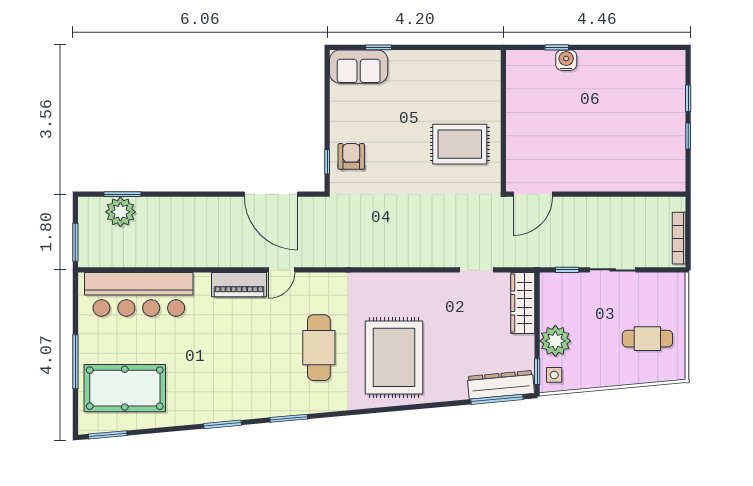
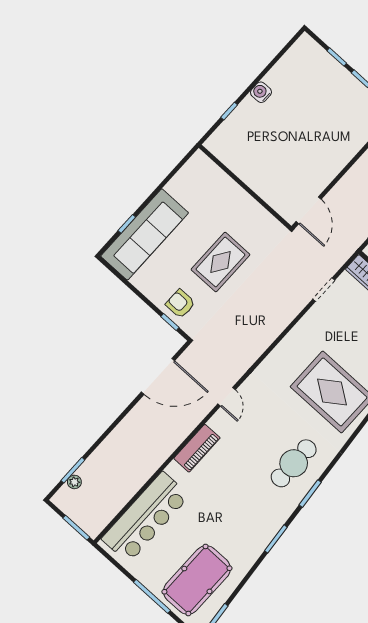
water cooler: (566, 60) -> (261, 92), moved
sofa: (359, 67) -> (145, 234), width x1.85, depth x1.27
rug: (460, 144) -> (220, 262), moved
plant: (120, 212) -> (74, 482), width x0.53, depth x0.53
door: (282, 270) -> (227, 397), moved
cafe table: (319, 348) -> (294, 463), moved, turned 90

